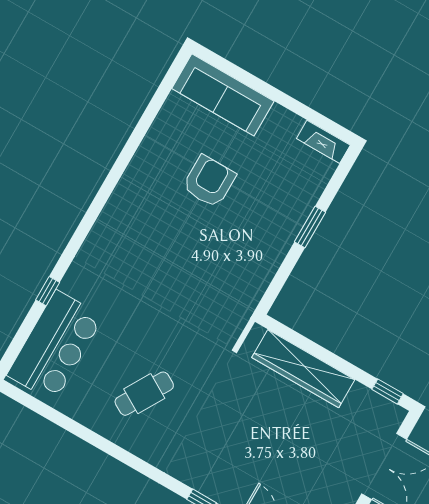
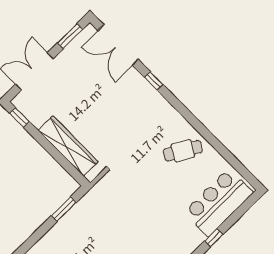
window: (310, 227) -> (64, 209), moved
cafe table: (144, 394) -> (183, 151), moved

